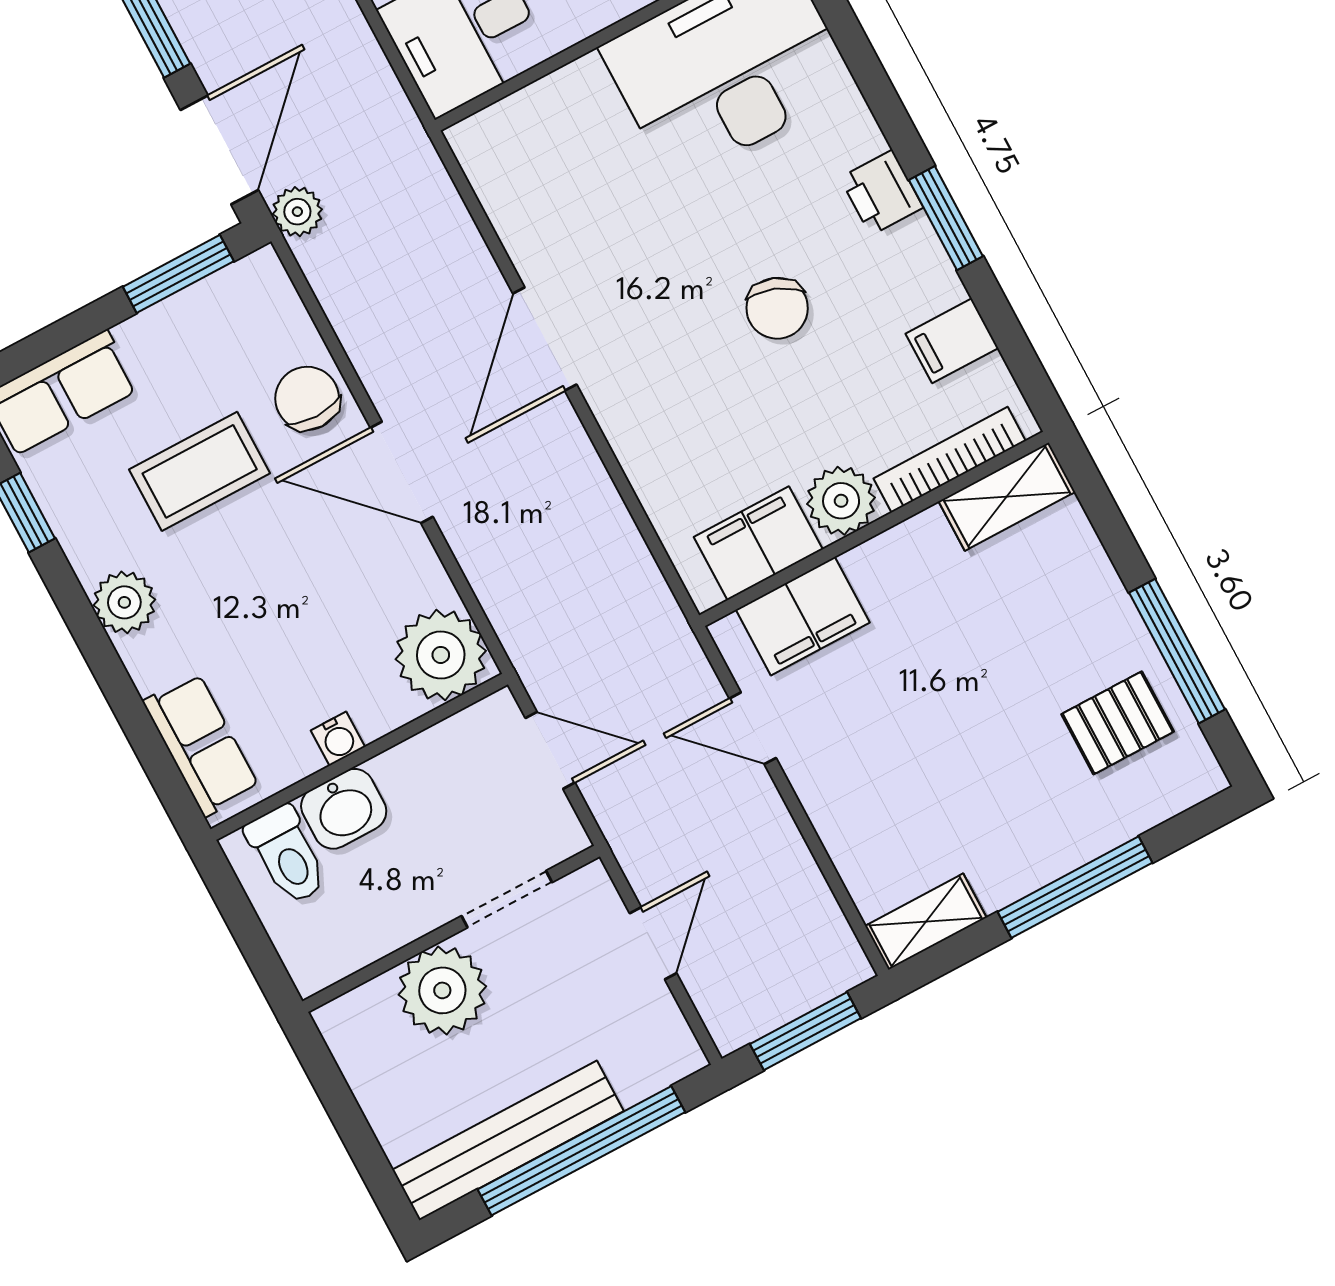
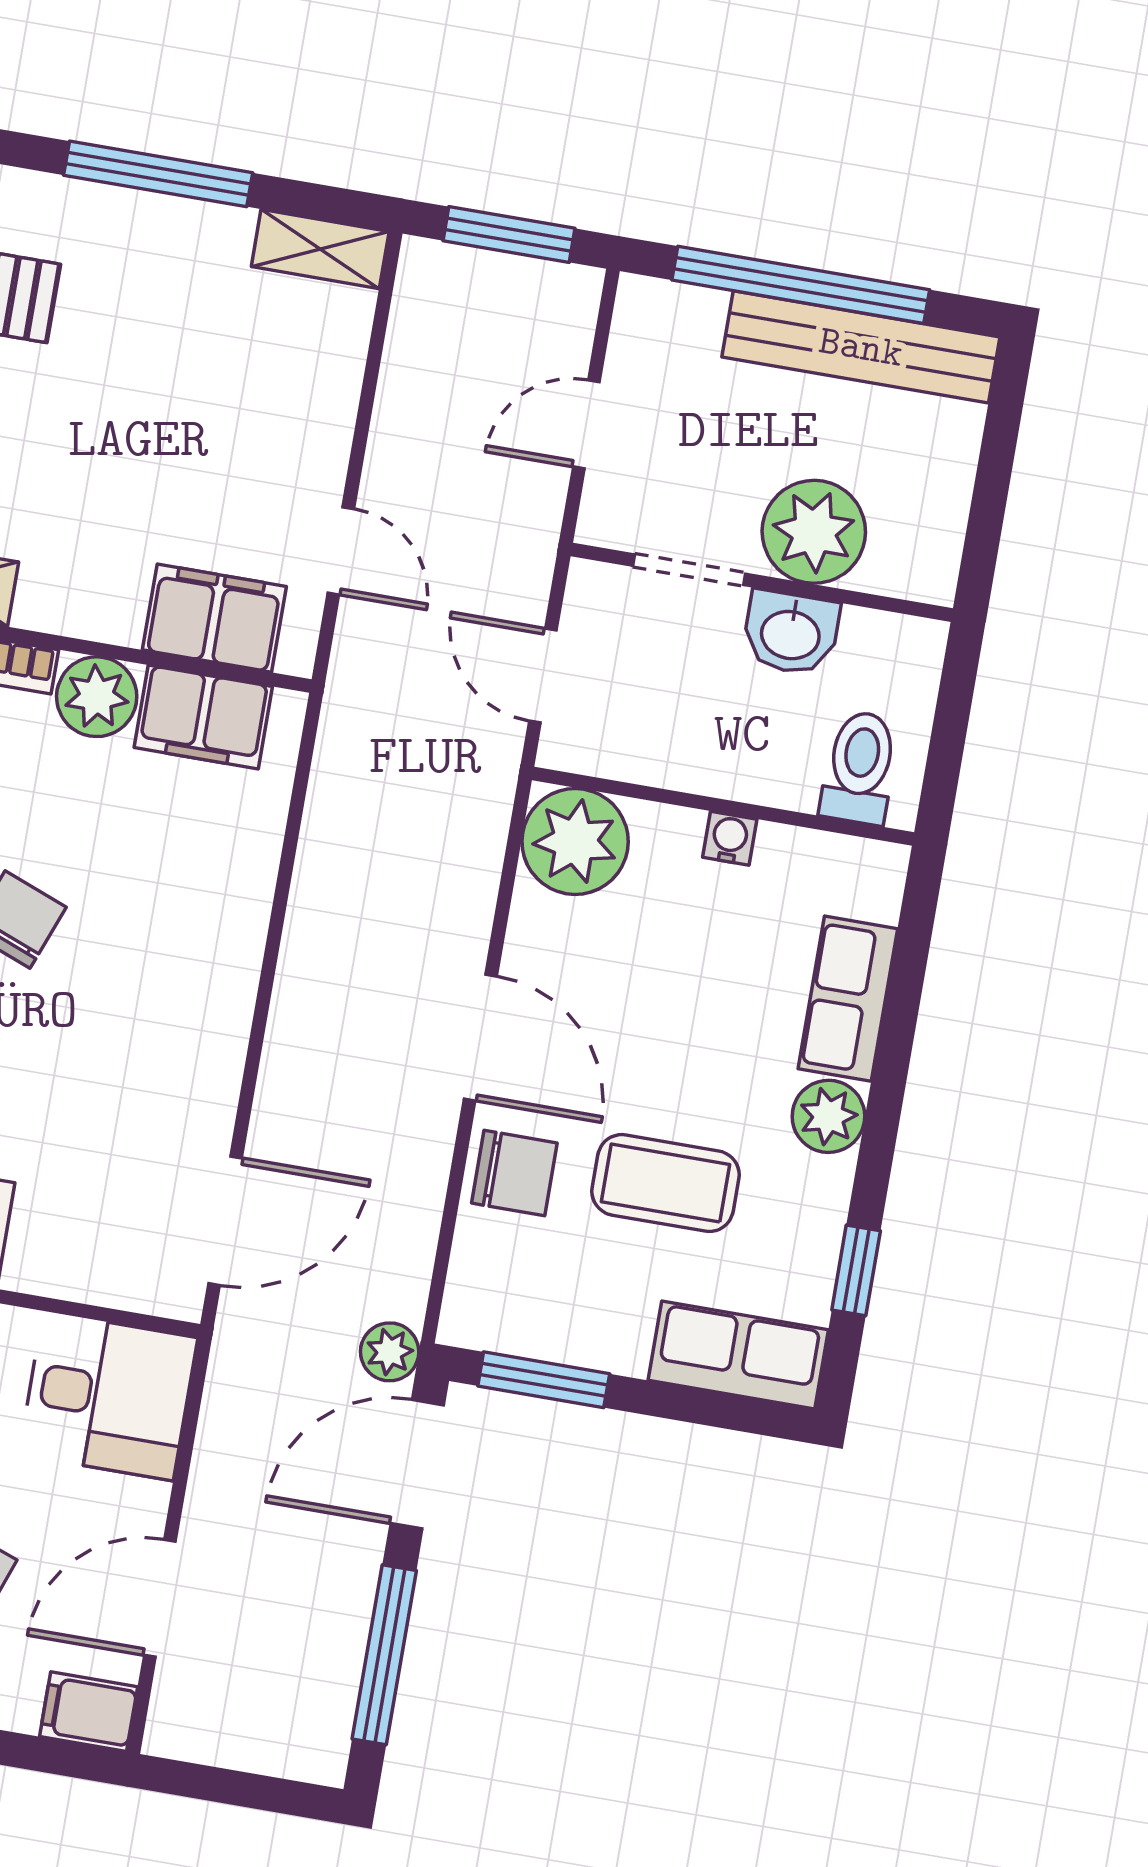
door: (545, 339) -> (225, 1221), moved
chair: (307, 398) -> (514, 1173), turned -90
row of seats: (201, 745) -> (848, 999), moved
washbasin: (344, 809) -> (791, 633), moved, turned 180

